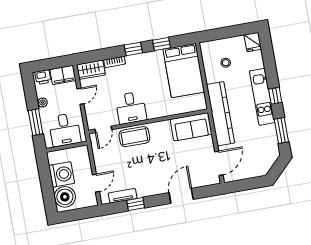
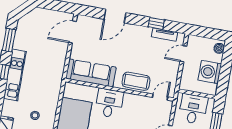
desk: (131, 108) -> (109, 103), moved
kitchen counter: (221, 114) -> (55, 74), removed
sofa: (191, 127) -> (91, 73), width x1.36
boiler: (65, 197) -> (219, 48), width x0.54, depth x0.54

